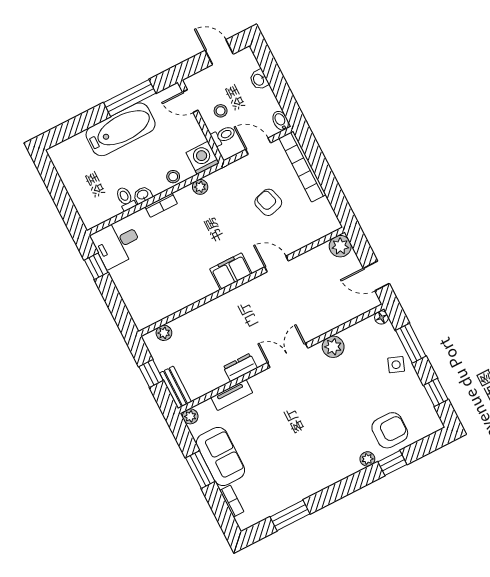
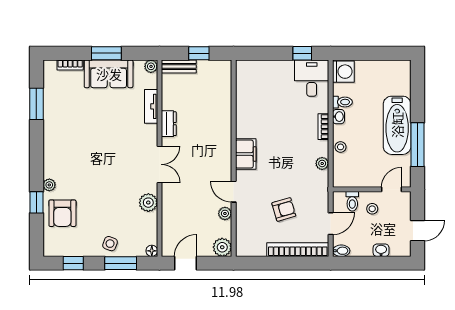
washing machine: (203, 158) -> (343, 72), moved
door: (277, 264) -> (234, 192), swing flipped
plant: (164, 333) -> (225, 213), moved

